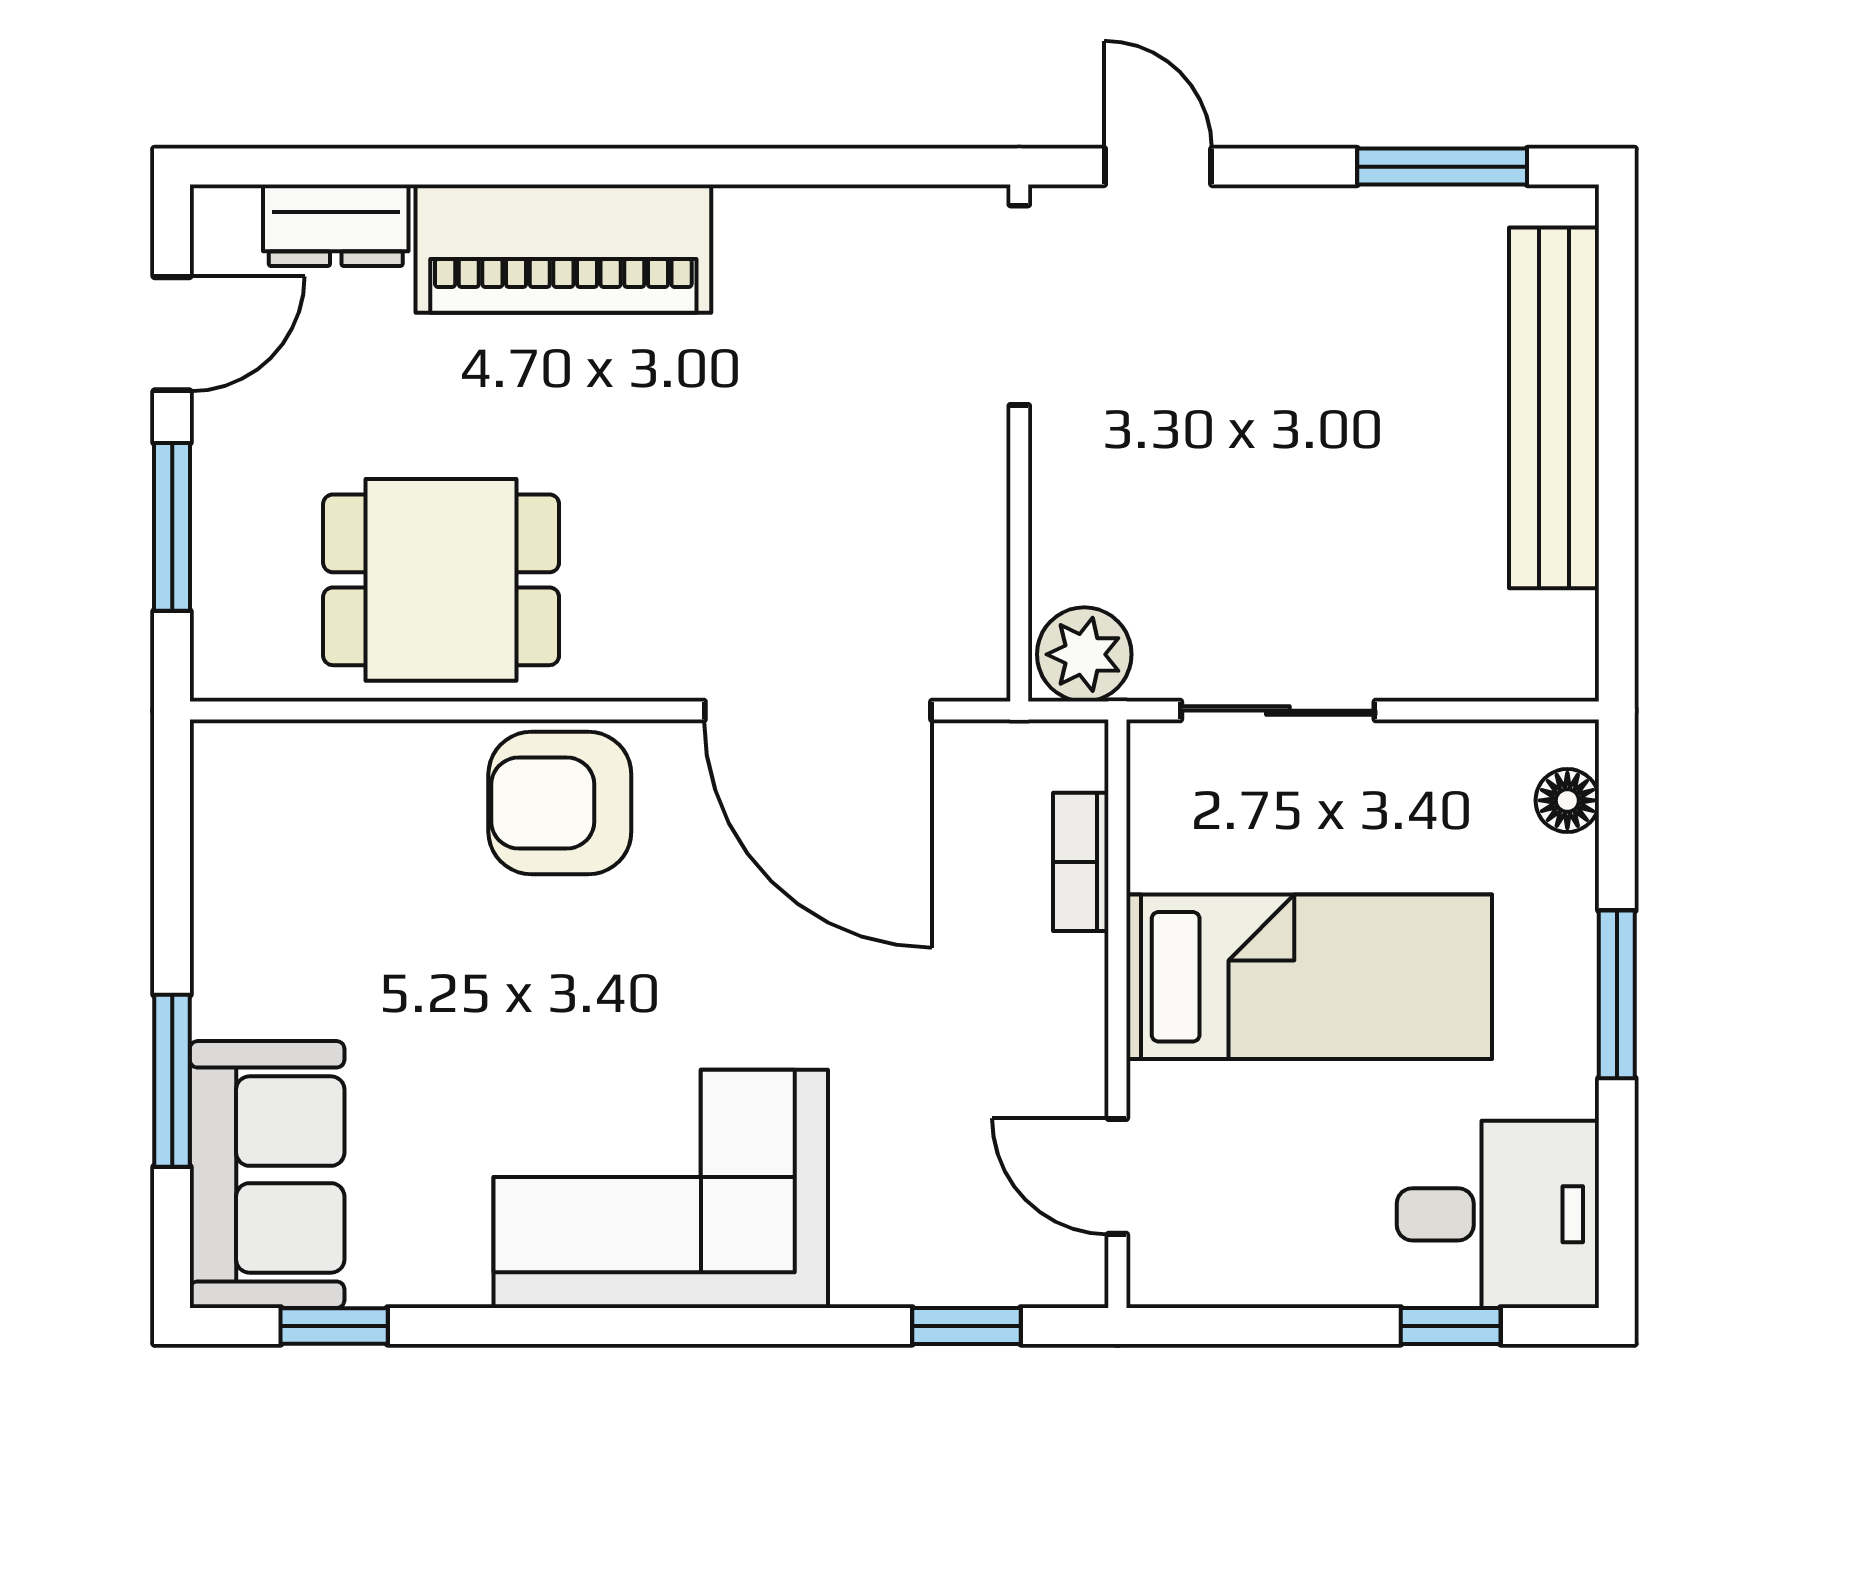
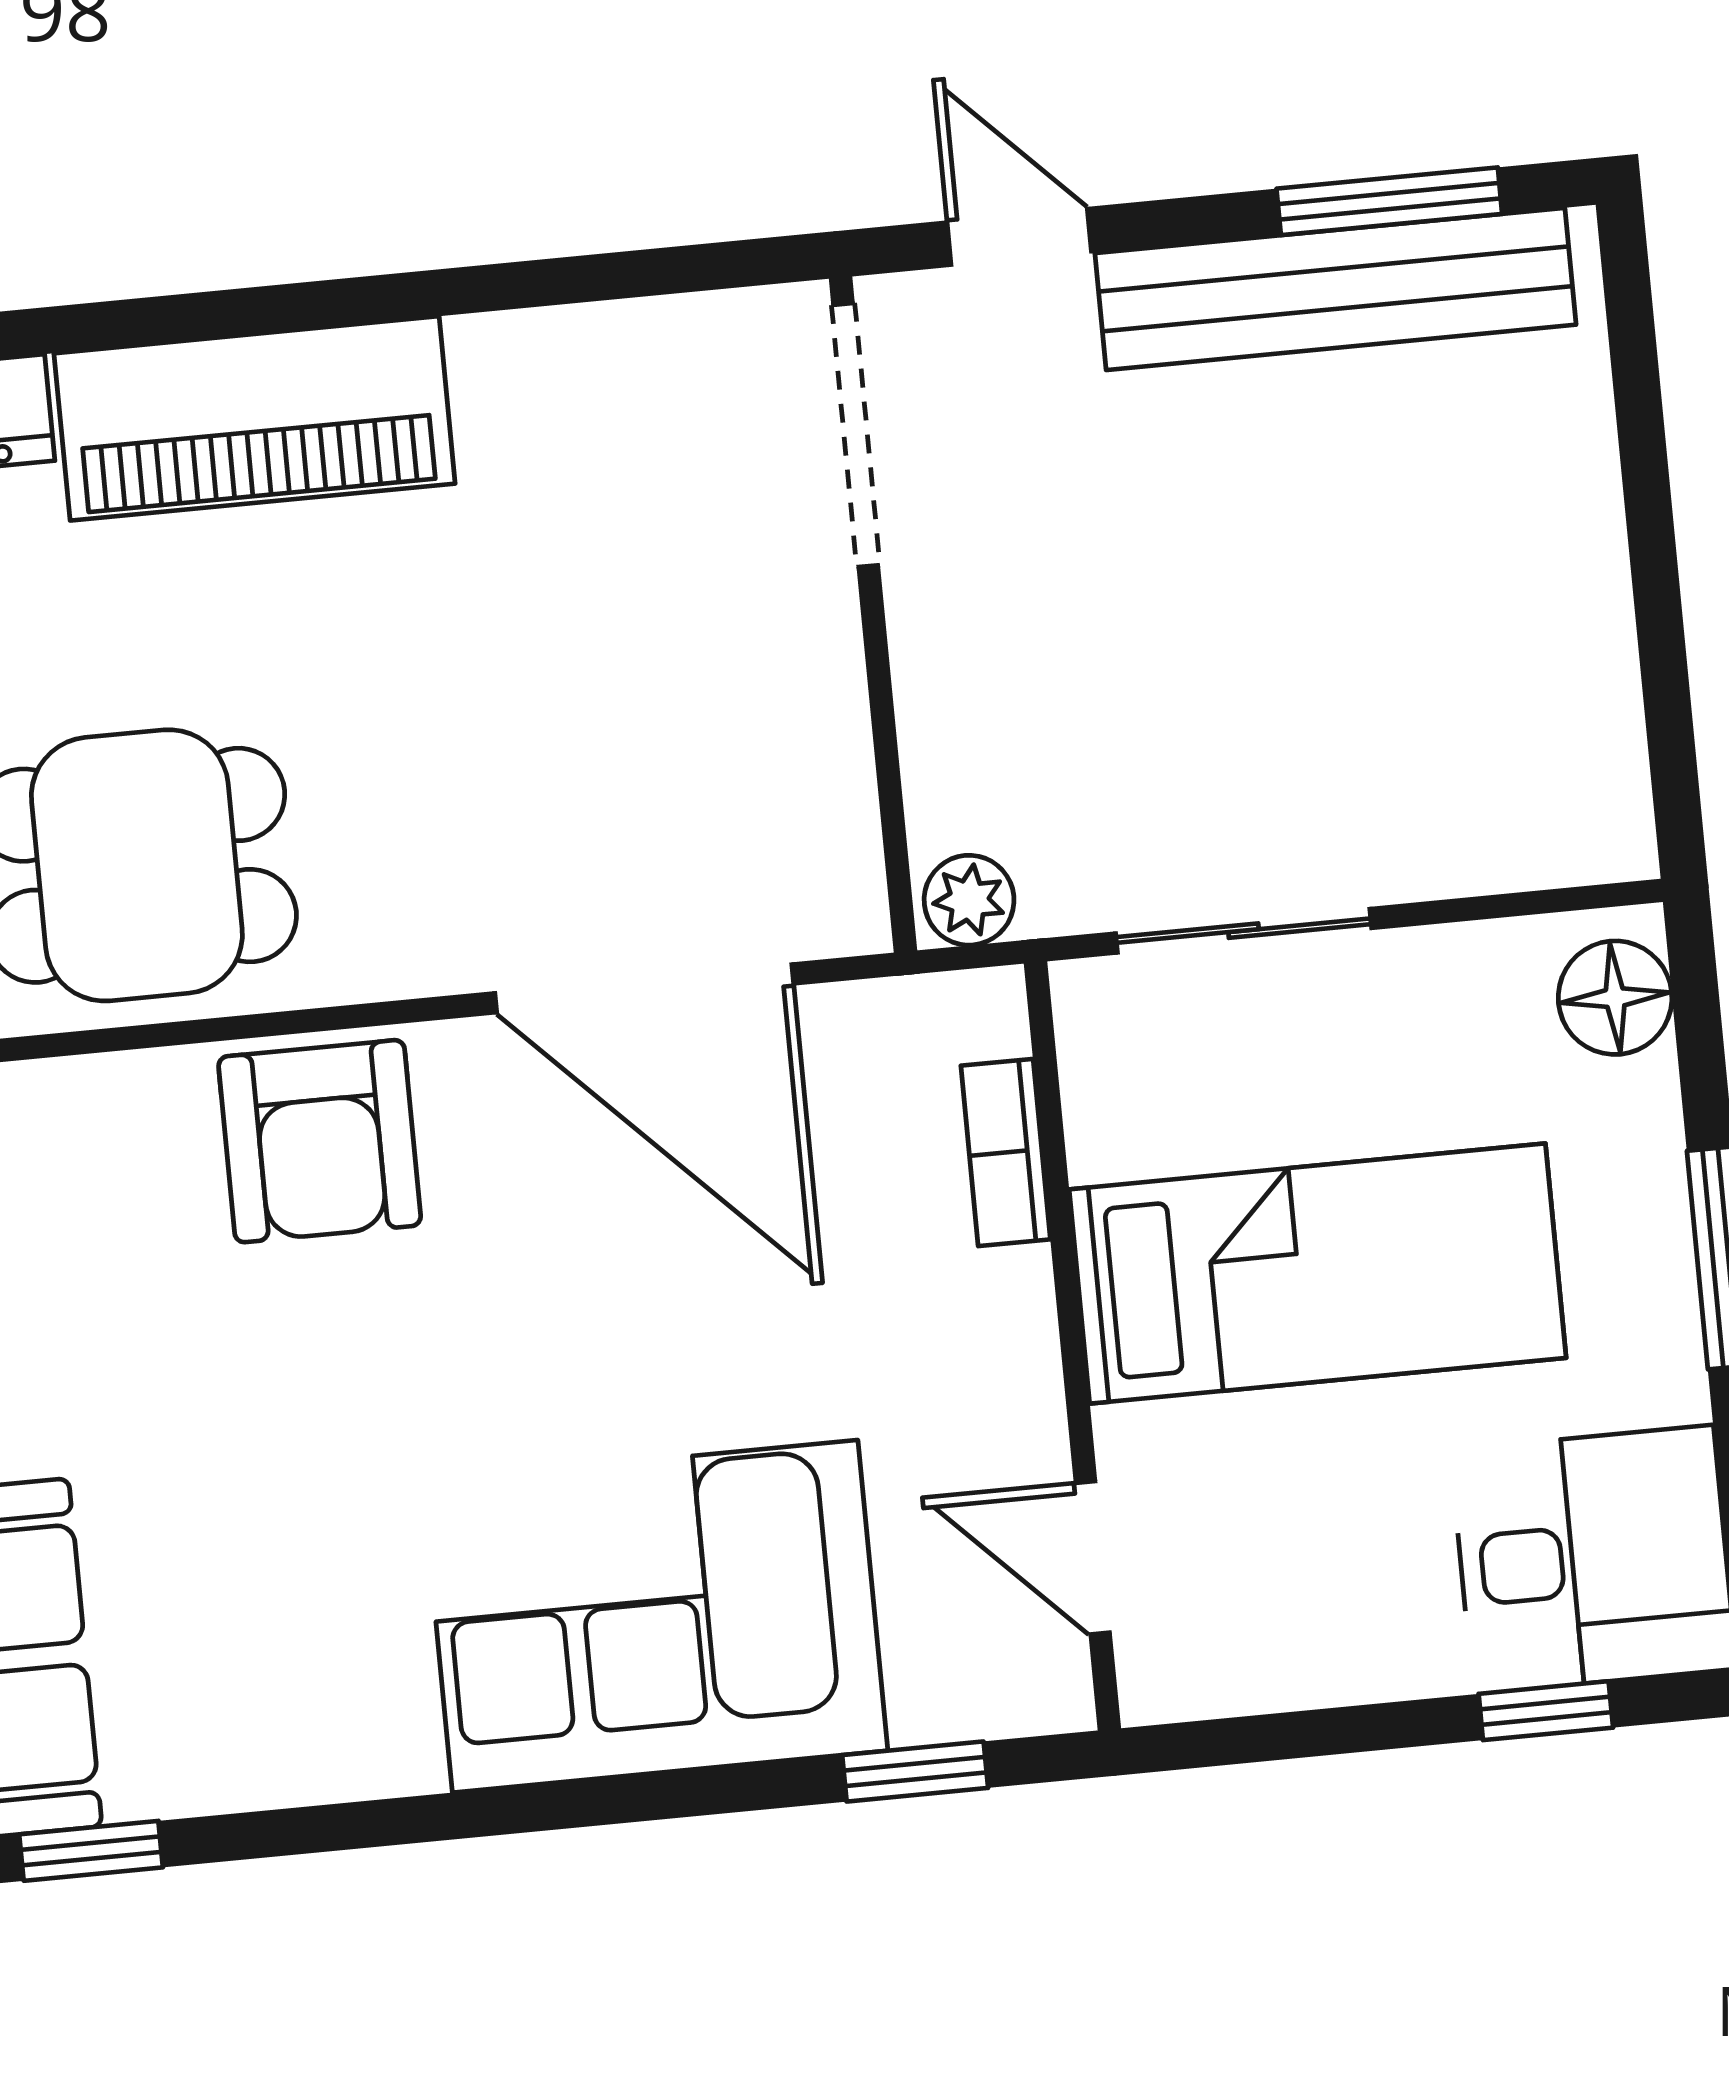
bench: (1554, 408) -> (1335, 289), moved, turned 90
plant: (1084, 654) -> (969, 900), width x0.73, depth x0.73
floor lamp: (1567, 800) -> (1615, 998), width x1.37, depth x1.37
armchair: (560, 803) -> (320, 1141), turned -90
corner sofa: (661, 1189) -> (655, 1616), moved

